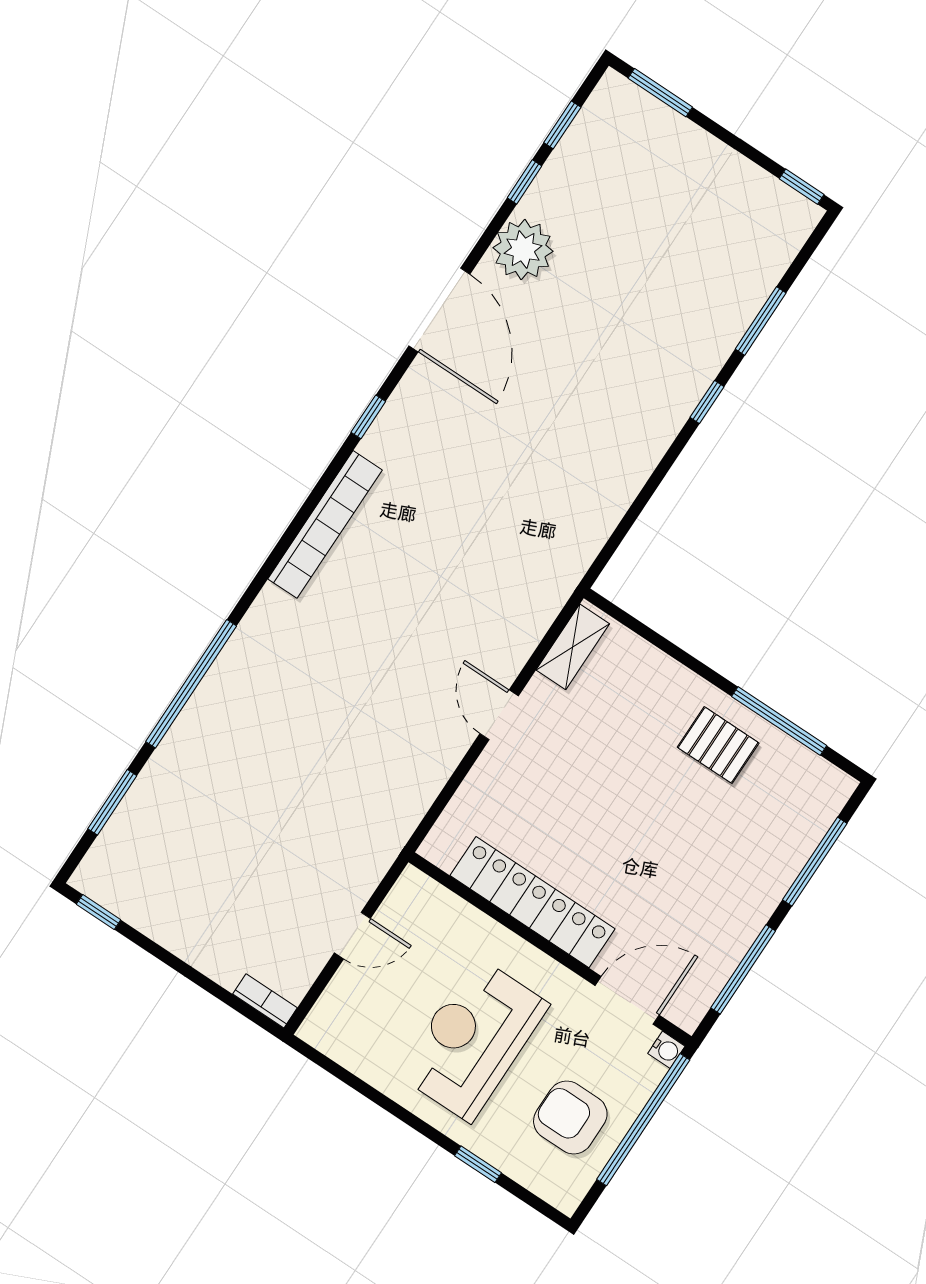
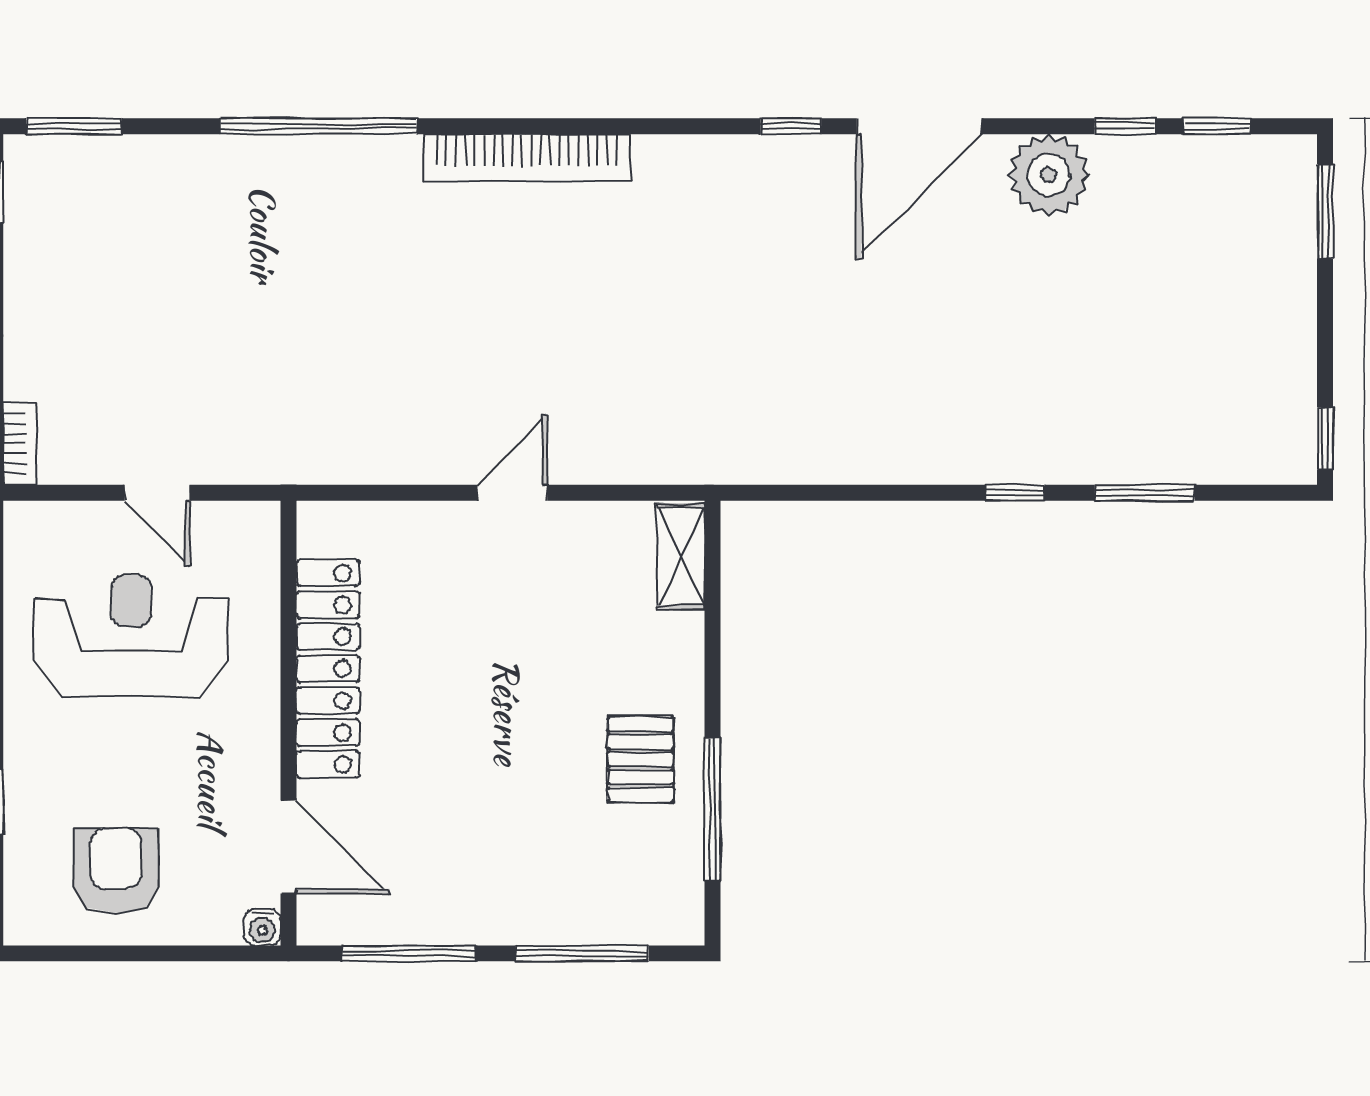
window: (368, 417) -> (791, 126), moved
bookcase: (325, 524) -> (526, 158), moved
shelving: (573, 647) -> (681, 557), moved, turned 90
window: (112, 802) -> (74, 126), moved
reception desk: (473, 1039) -> (131, 636), moved
window: (643, 1120) -> (167, 953), removed

